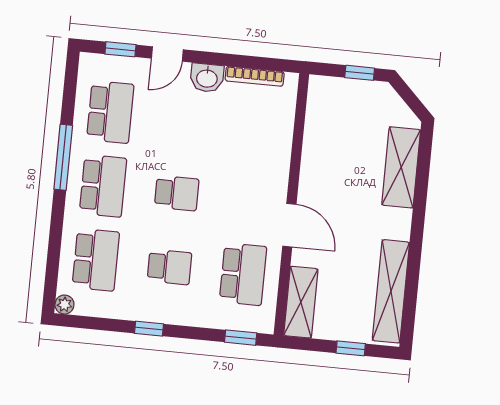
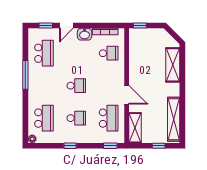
window: (360, 73) -> (140, 26), moved
school desk: (103, 186) -> (109, 53), moved, width x0.54

